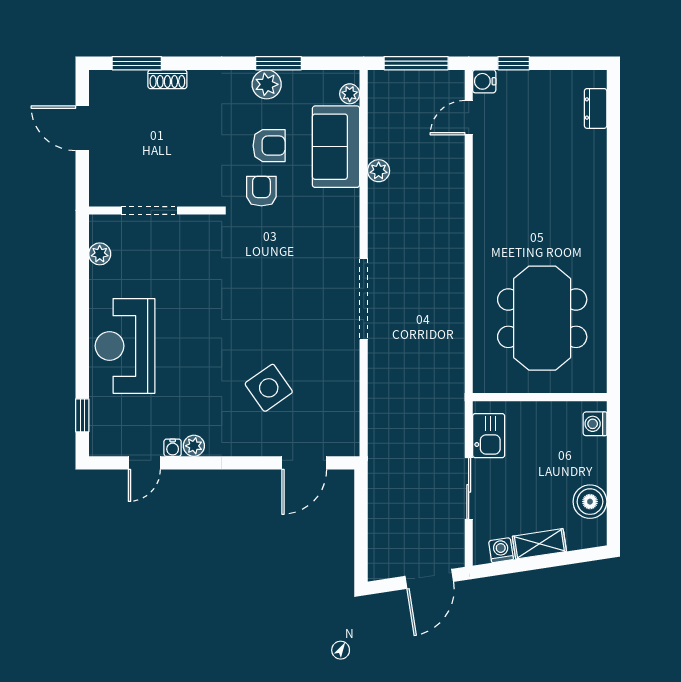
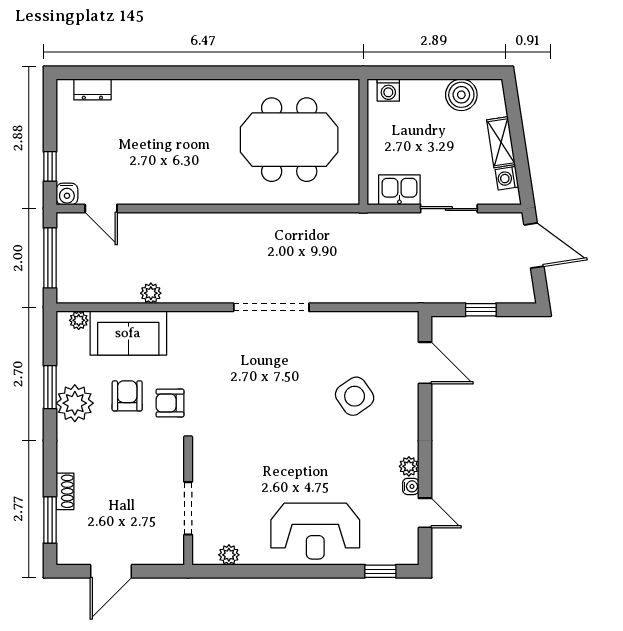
plant: (267, 84) -> (75, 403), width x1.36, depth x1.36
window: (361, 522) -> (481, 310), added

